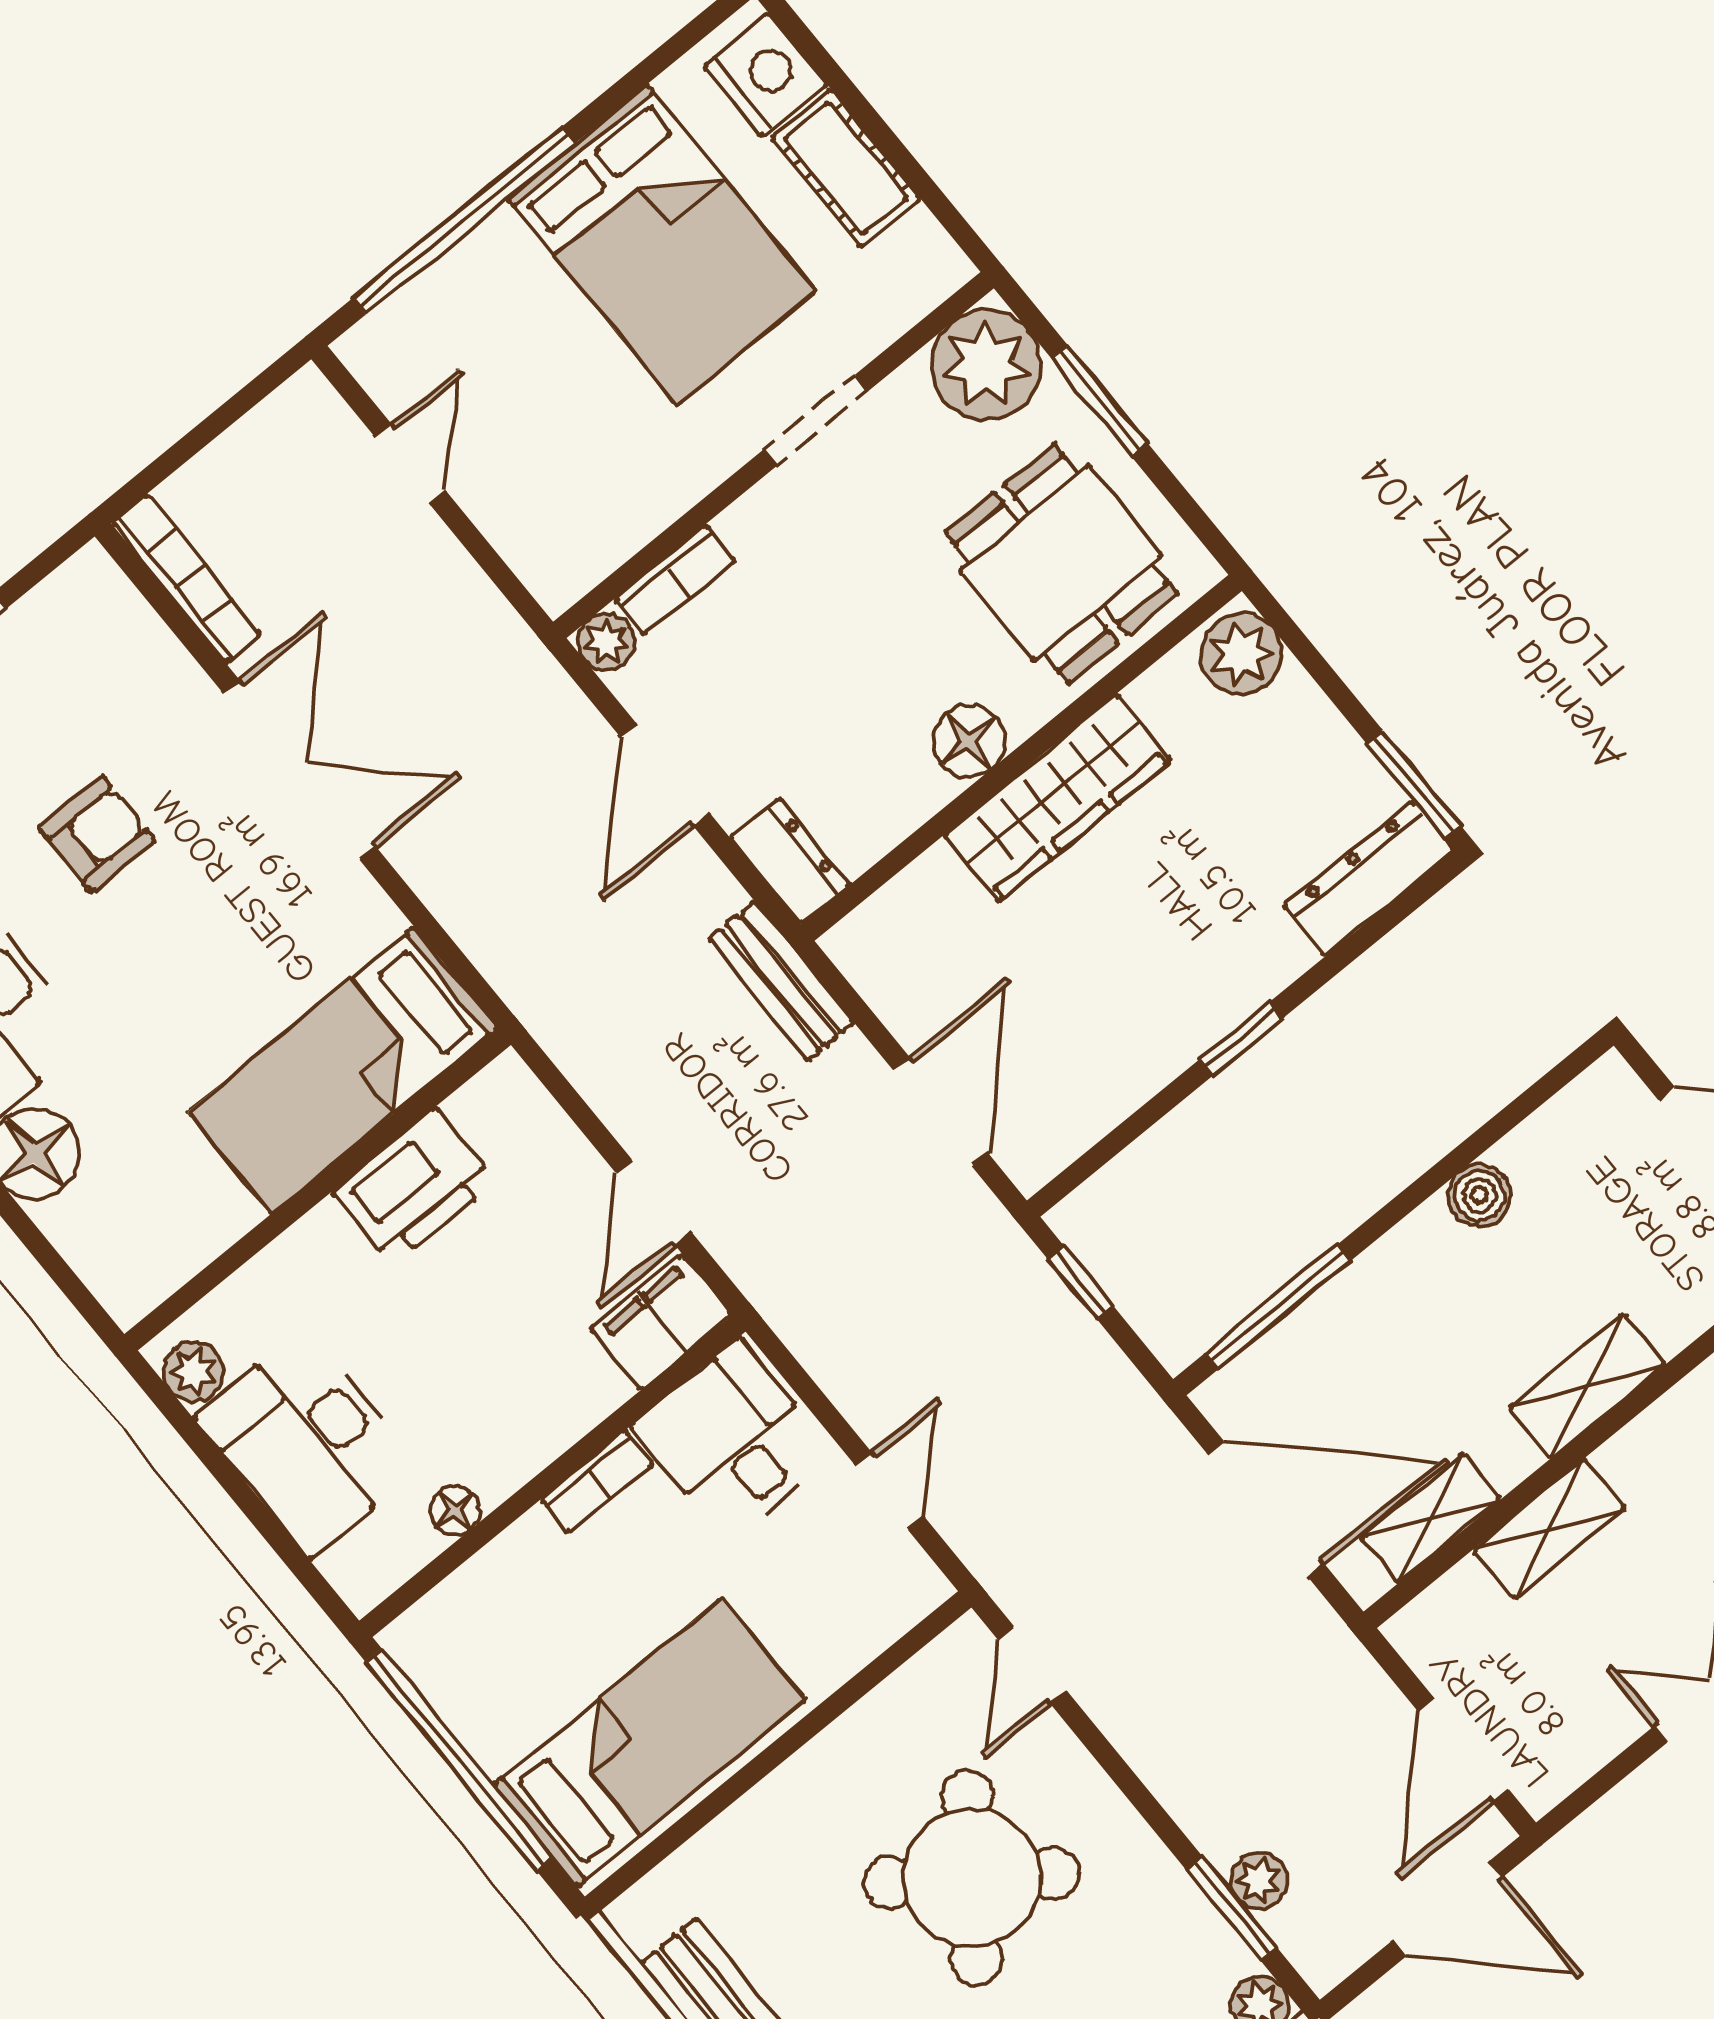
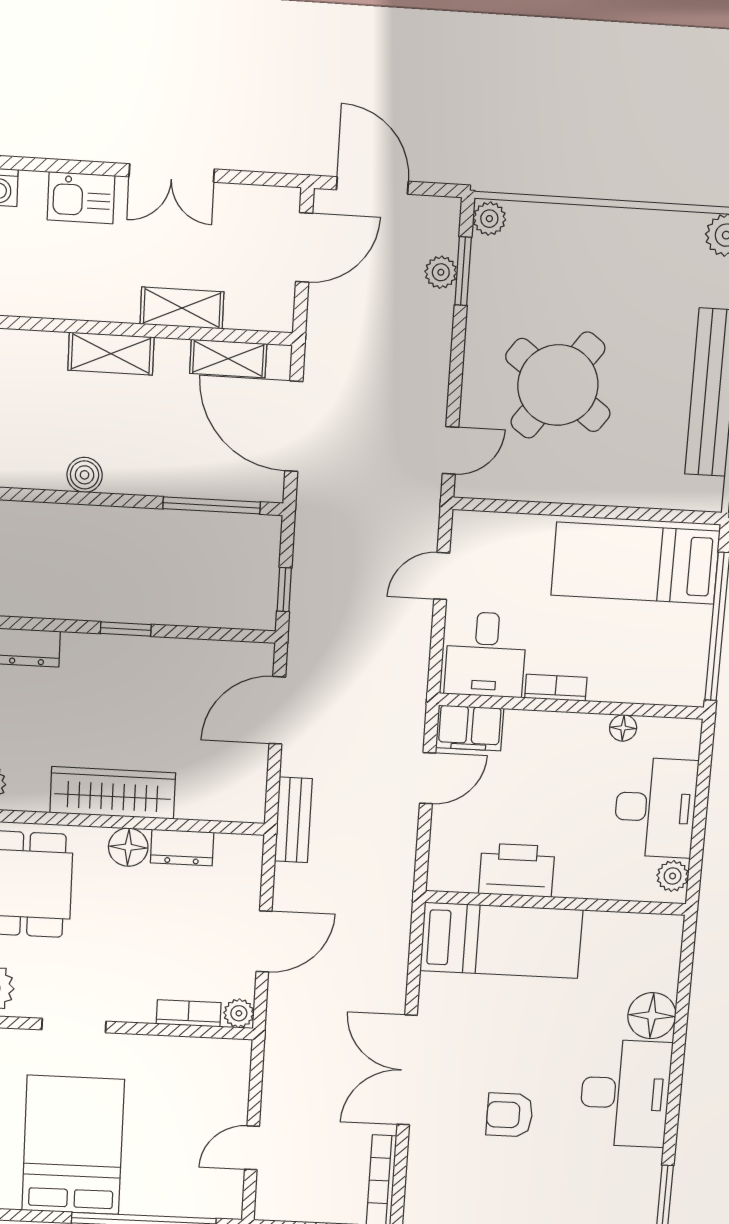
dresser: (790, 861) -> (182, 848), moved, turned -90

